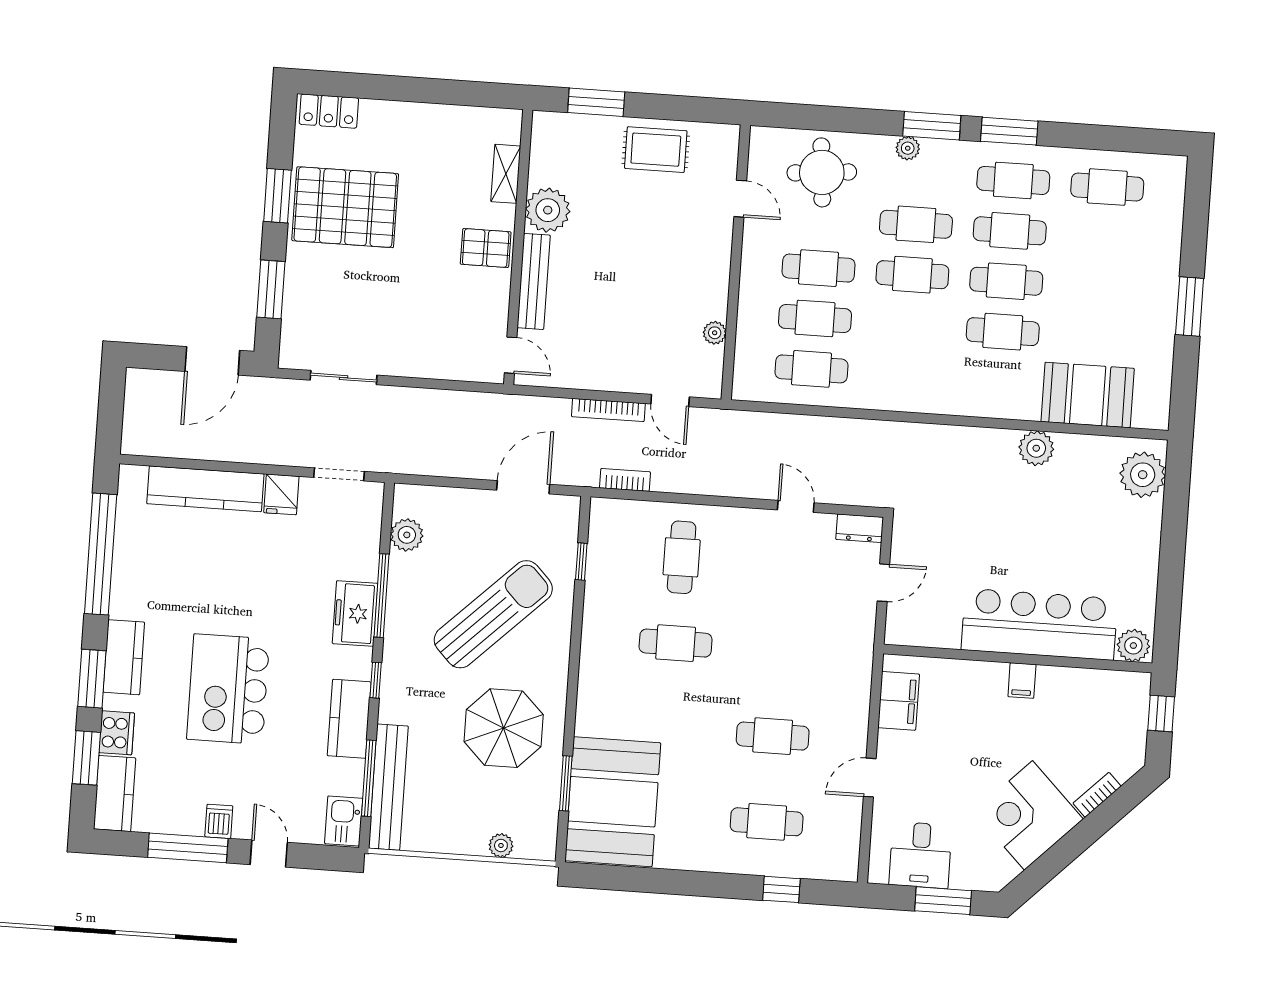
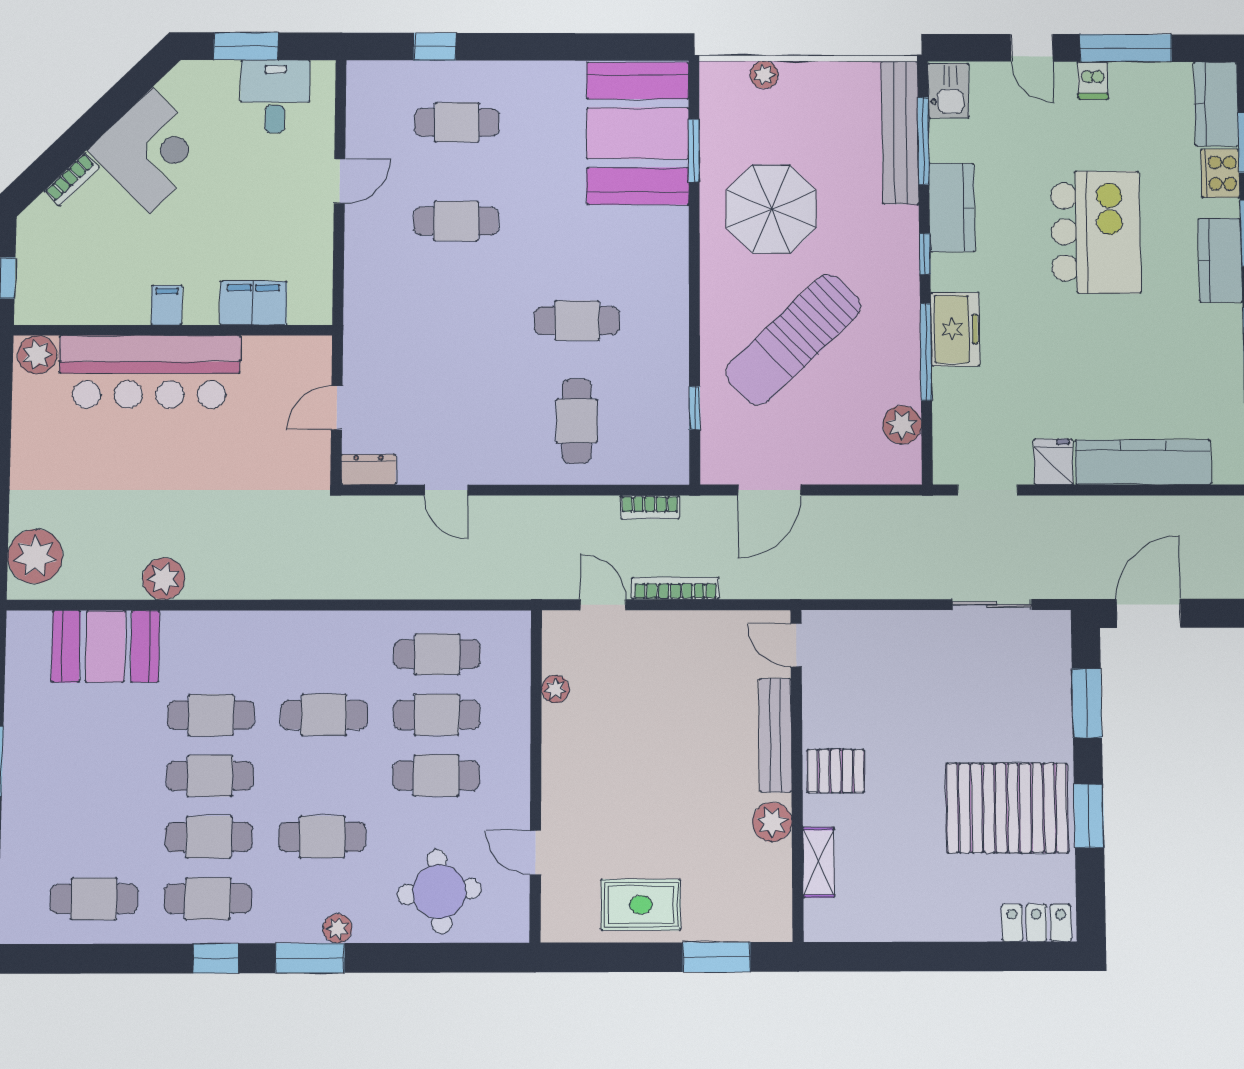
window: (1009, 131) -> (216, 958), width x0.67
plant: (548, 210) -> (772, 822), width x0.73, depth x0.73
cafe table: (912, 275) -> (324, 715), moved
filing cabinet: (899, 701) -> (253, 303), moved, turned 90

